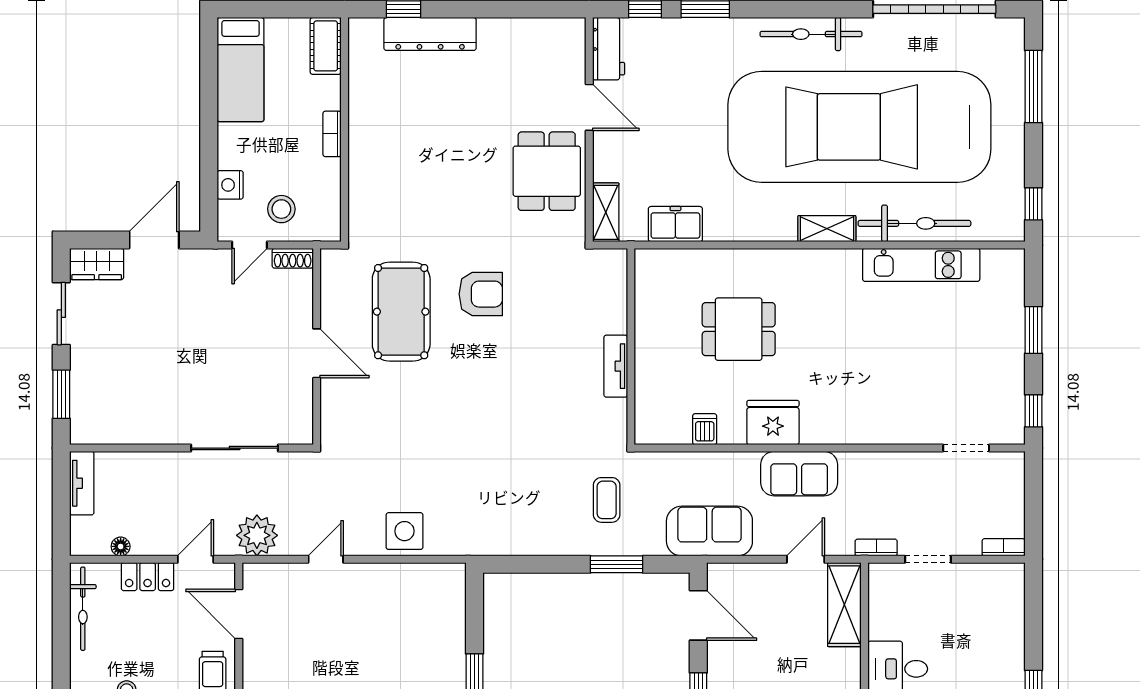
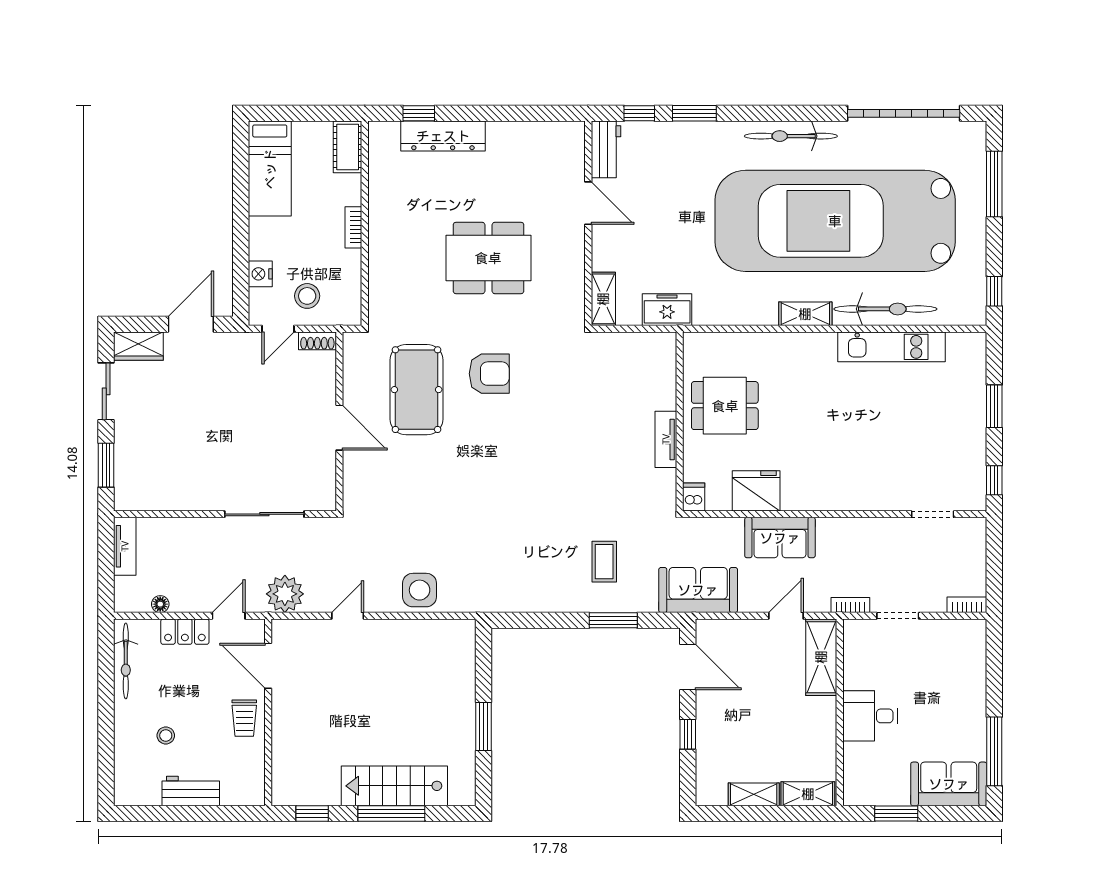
dining table: (547, 171) -> (488, 258), moved, width x1.38
wall: (631, 347) -> (680, 421), moved
tv unit: (616, 366) -> (666, 439), moved

